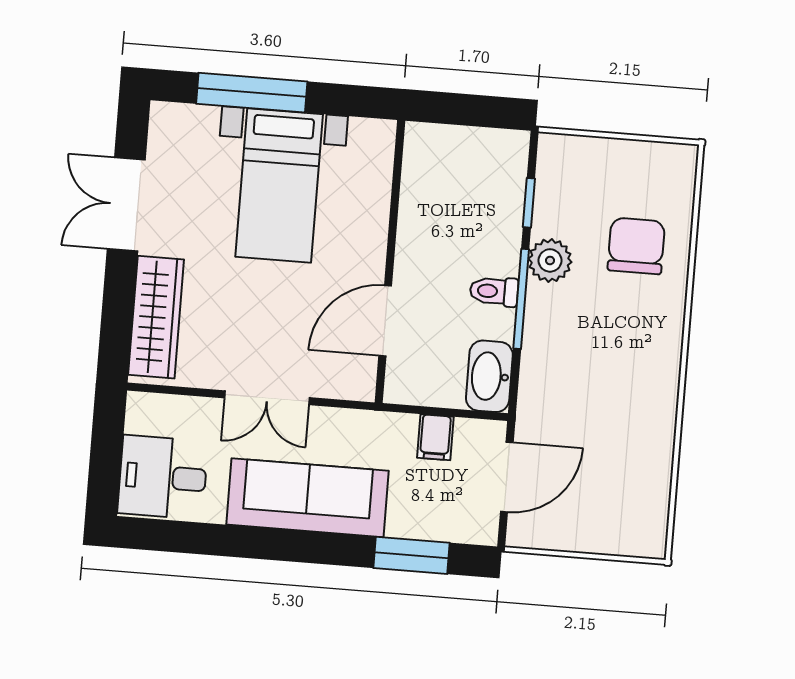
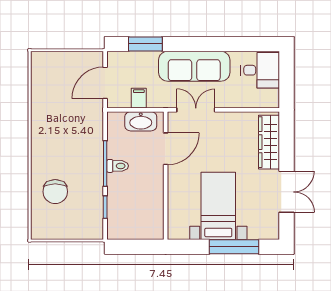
plant: (550, 260) -> (94, 182), removed
washbasin: (489, 376) -> (141, 121), moved, turned 90
double door: (267, 398) -> (196, 110), moved

